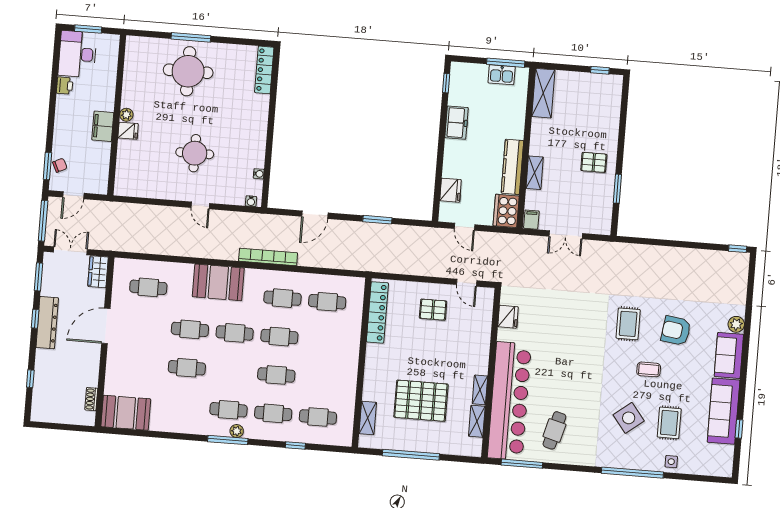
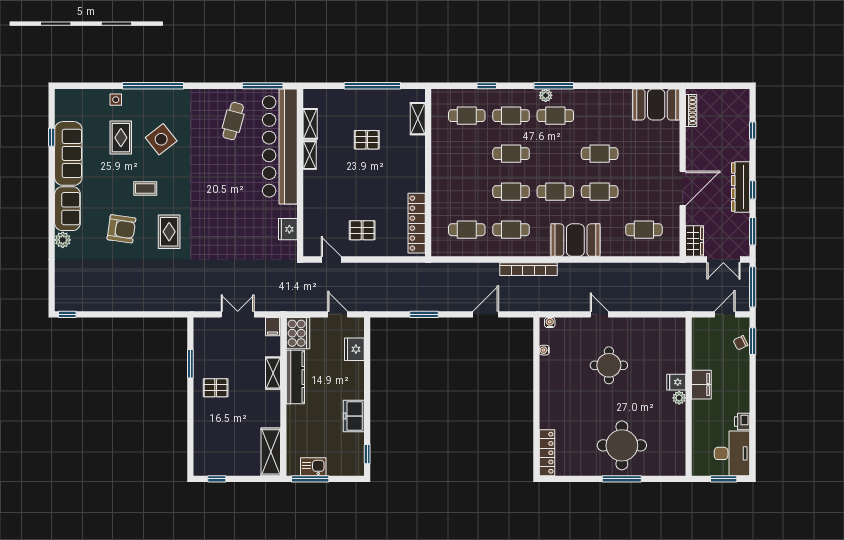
shoe rack: (91, 399) -> (691, 110), width x1.43
pallet: (421, 401) -> (367, 140), width x0.49, depth x0.50

